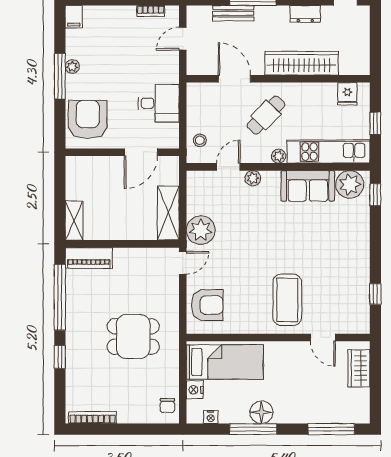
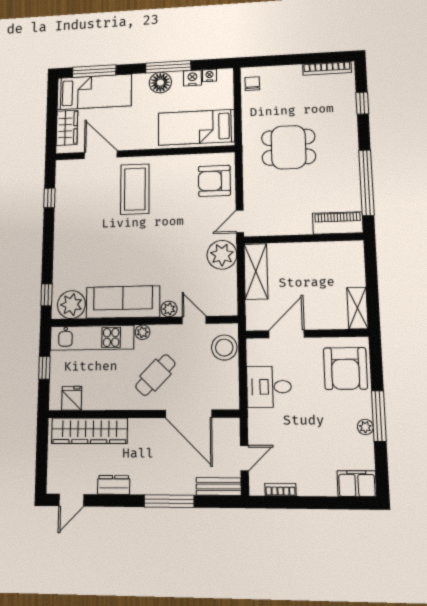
bench: (233, 13) -> (219, 486), moved
filing cabinet: (74, 17) -> (357, 484), width x2.00
wardrobe: (302, 63) -> (89, 431), moved
door: (234, 79) -> (188, 414), width x1.36
stool: (200, 140) -> (224, 348), width x1.89, depth x1.89
door: (228, 167) -> (194, 320), swing flipped
sofa: (308, 186) -> (123, 302), width x1.36
shelving: (74, 221) -> (357, 308), moved
door: (323, 337) -> (101, 155), width x1.38
window: (60, 357) -> (362, 103), moved
nightstand: (195, 390) -> (192, 78), moved, turned -90
bed: (331, 406) -> (94, 92), added

